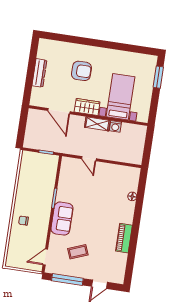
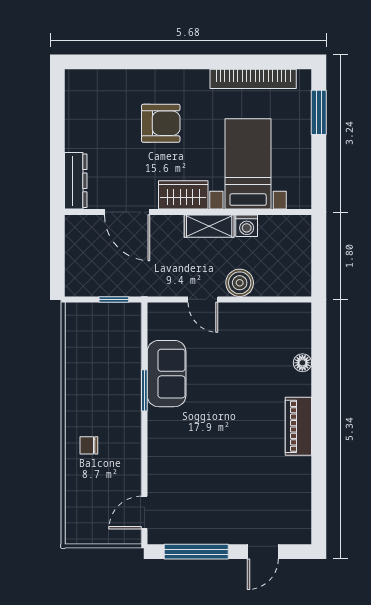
bookcase: (129, 56) -> (253, 79), added
dresser: (39, 73) -> (76, 181), moved
boiler: (108, 153) -> (240, 283), added
sofa: (62, 219) -> (167, 374), moved
piano: (124, 238) -> (298, 426), moved
coffee table: (78, 252) -> (209, 492), removed

